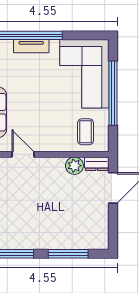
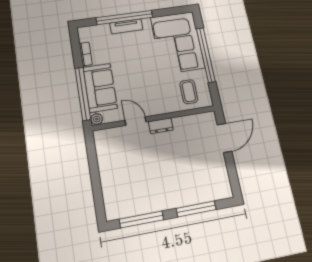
dresser: (97, 164) -> (161, 126), moved
plant: (74, 166) -> (185, 124), removed

